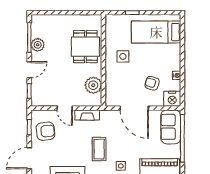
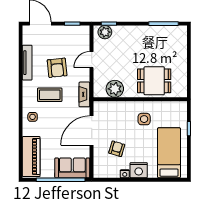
plant: (38, 45) -> (105, 32), moved
door: (29, 70) -> (131, 24), removed
nightstand: (172, 99) -> (139, 170), moved, turned -90
fireplace: (87, 115) -> (84, 94), moved
armchair: (46, 131) -> (57, 68), moved

